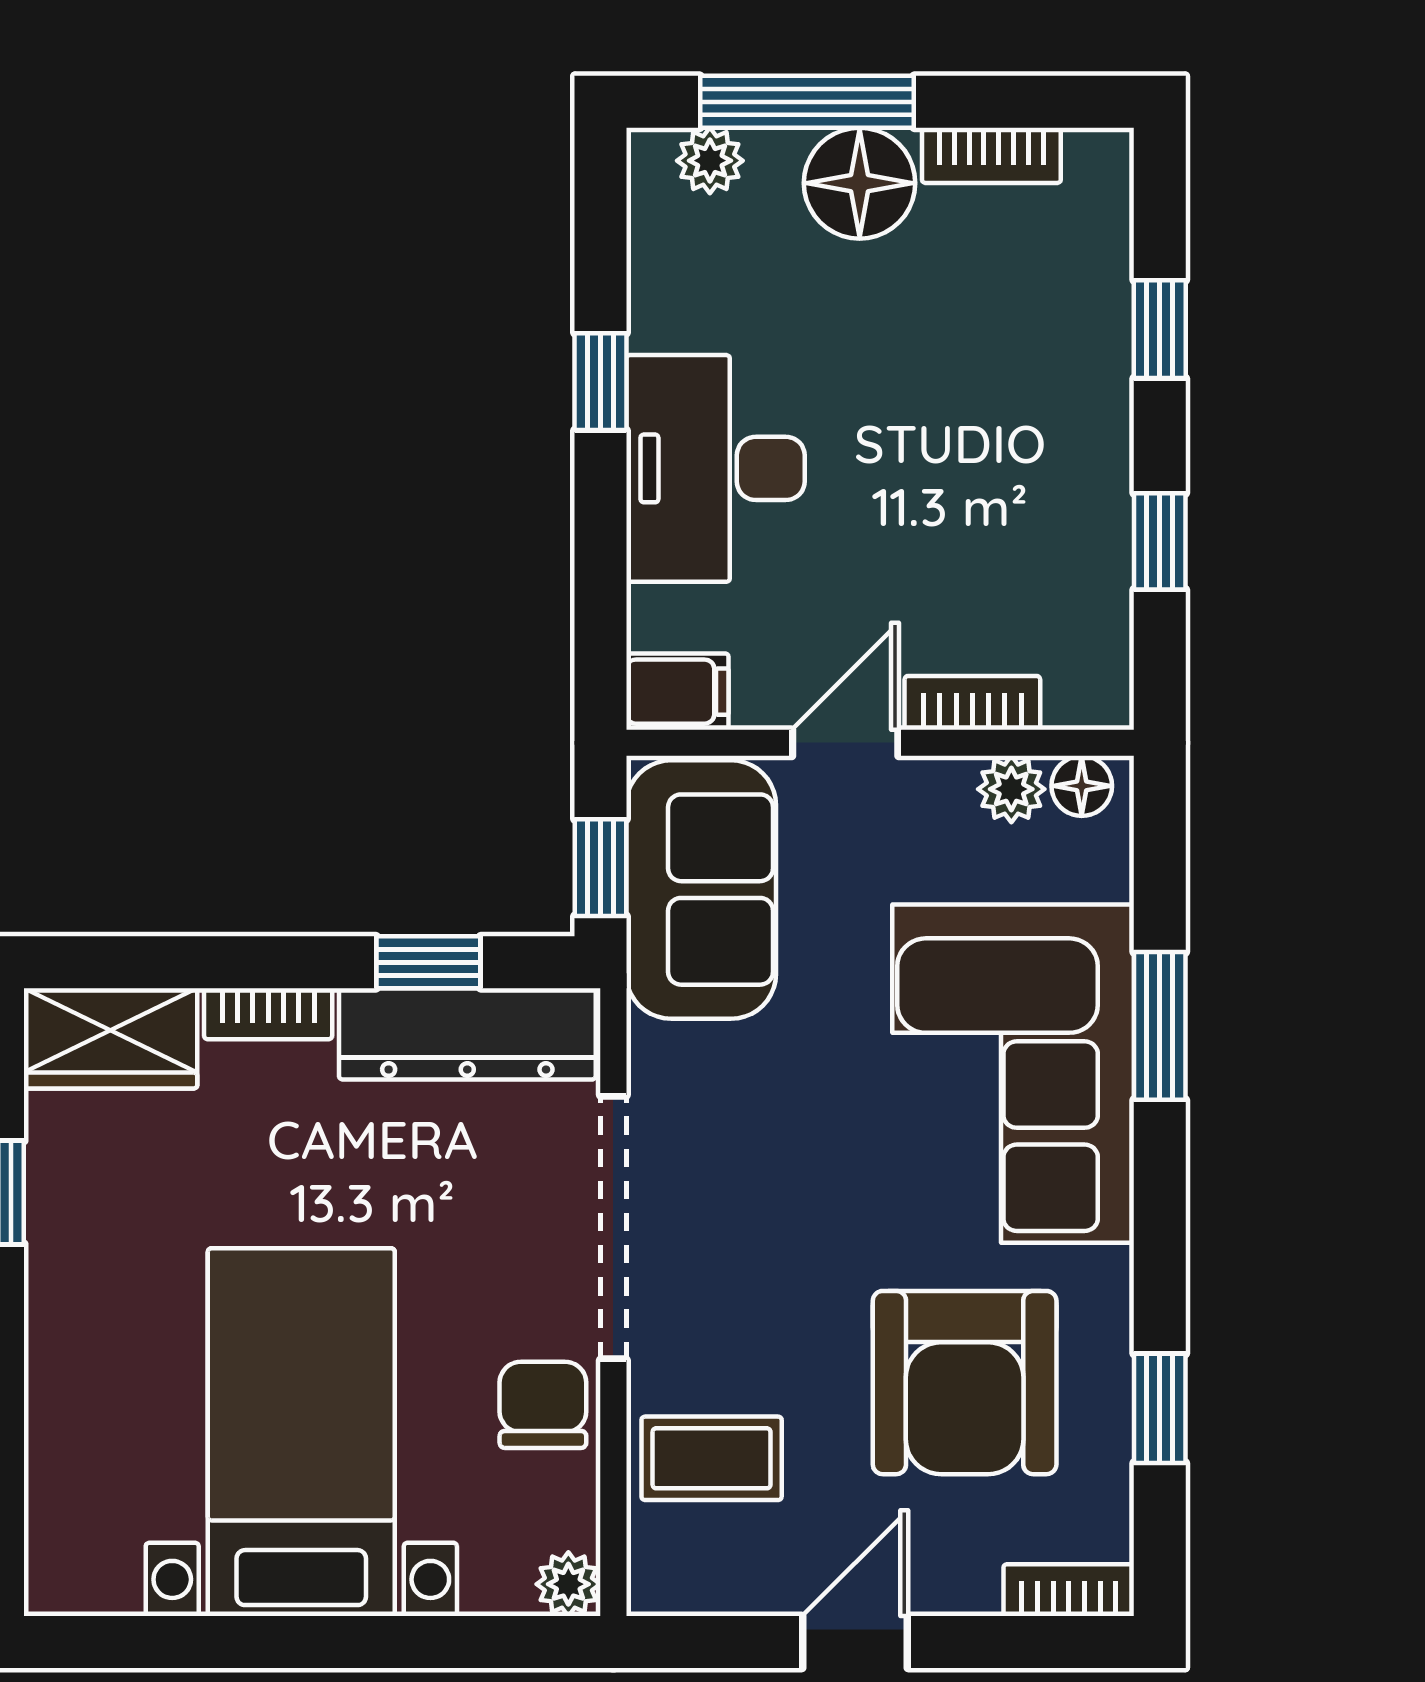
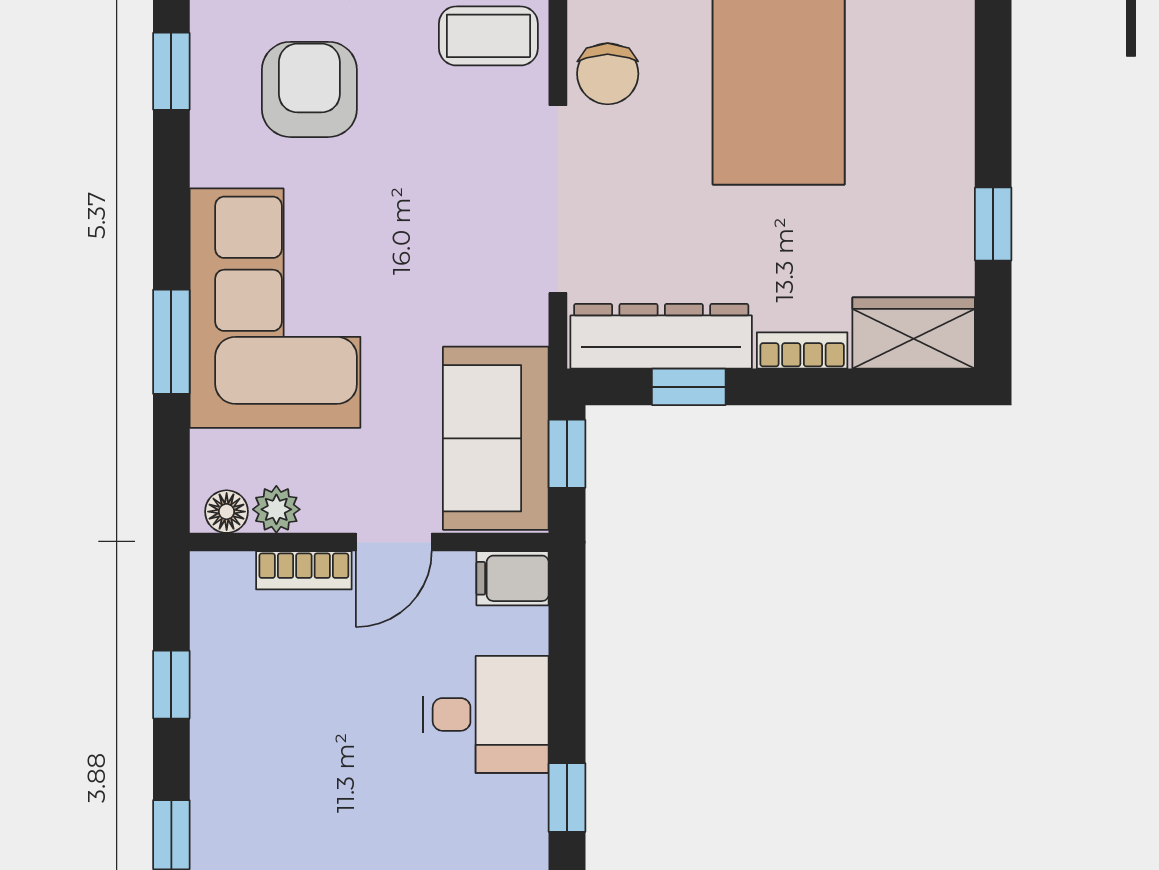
desk: (715, 468) -> (486, 714), width x0.73
armchair: (965, 1383) -> (309, 89), width x0.73, depth x0.73

